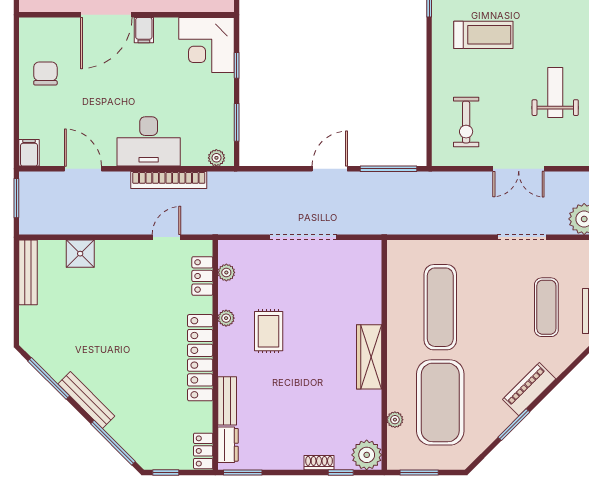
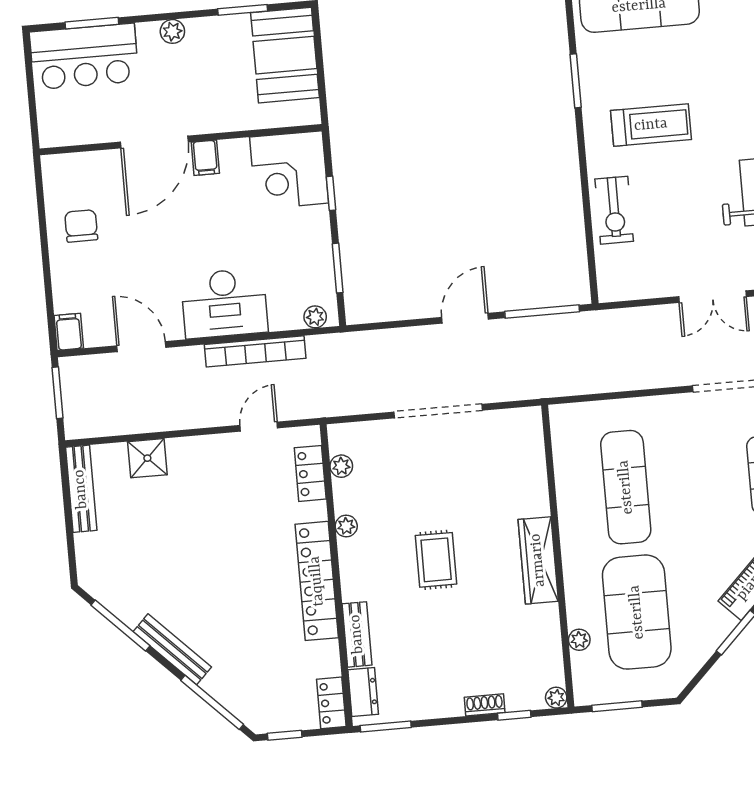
exercise bike: (466, 122) -> (614, 210), moved
rug: (269, 331) -> (436, 560), moved
plant: (367, 455) -> (556, 698), width x0.53, depth x0.53

